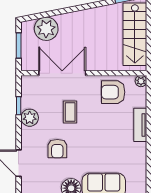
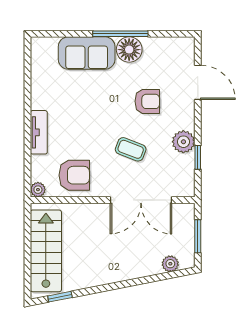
plant: (46, 29) -> (170, 264), width x0.53, depth x0.53
coffee table: (70, 112) -> (131, 149), turned -69
armchair: (57, 149) -> (147, 101), turned 90

